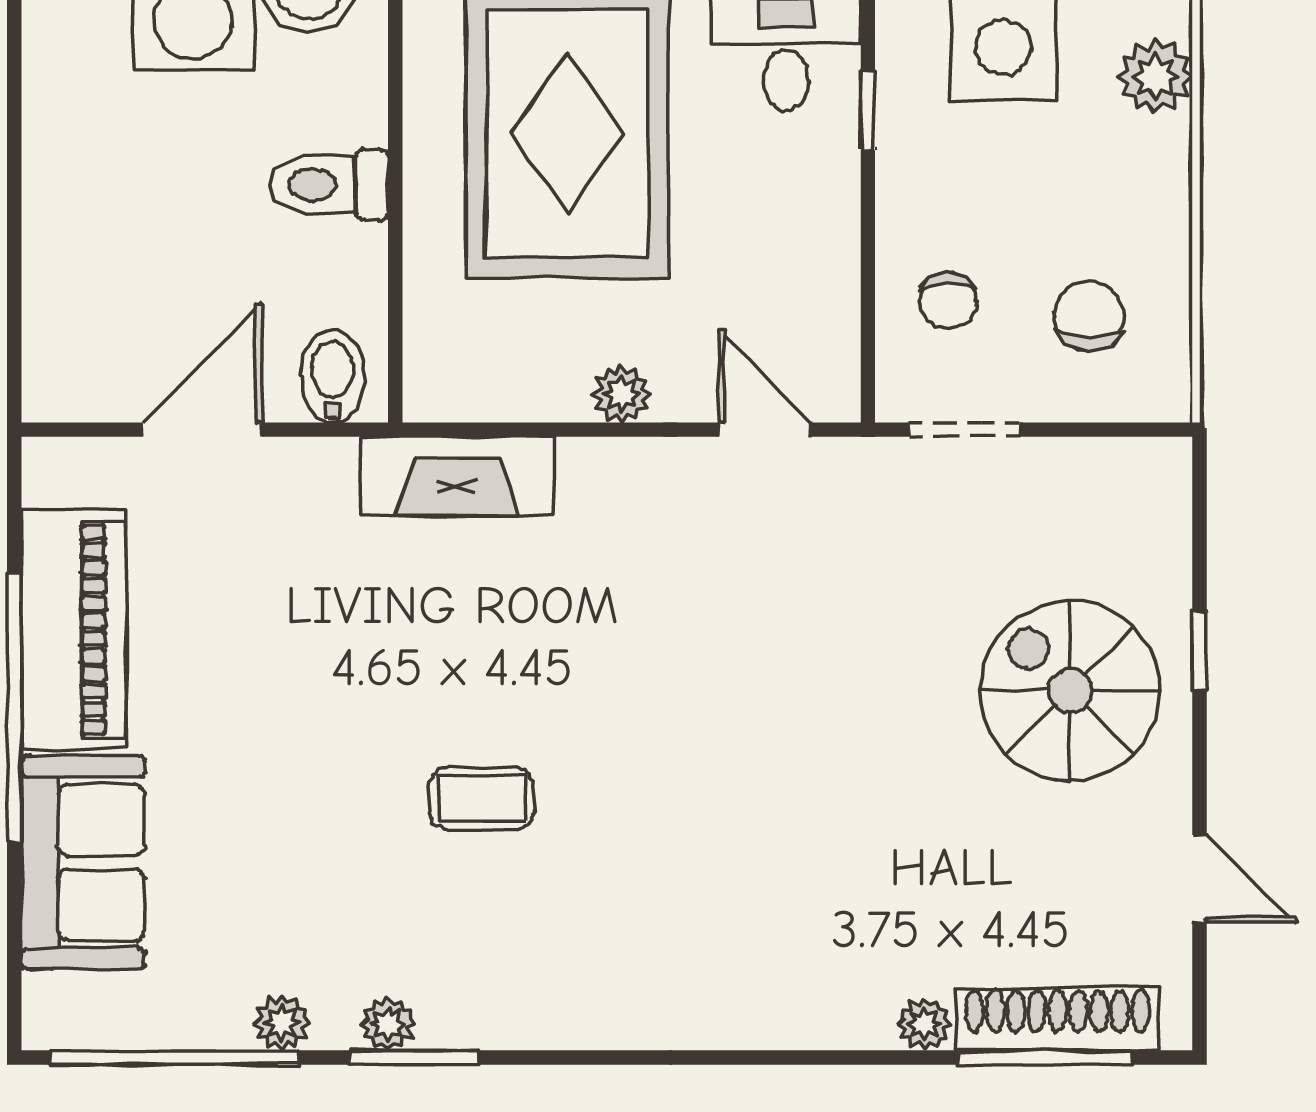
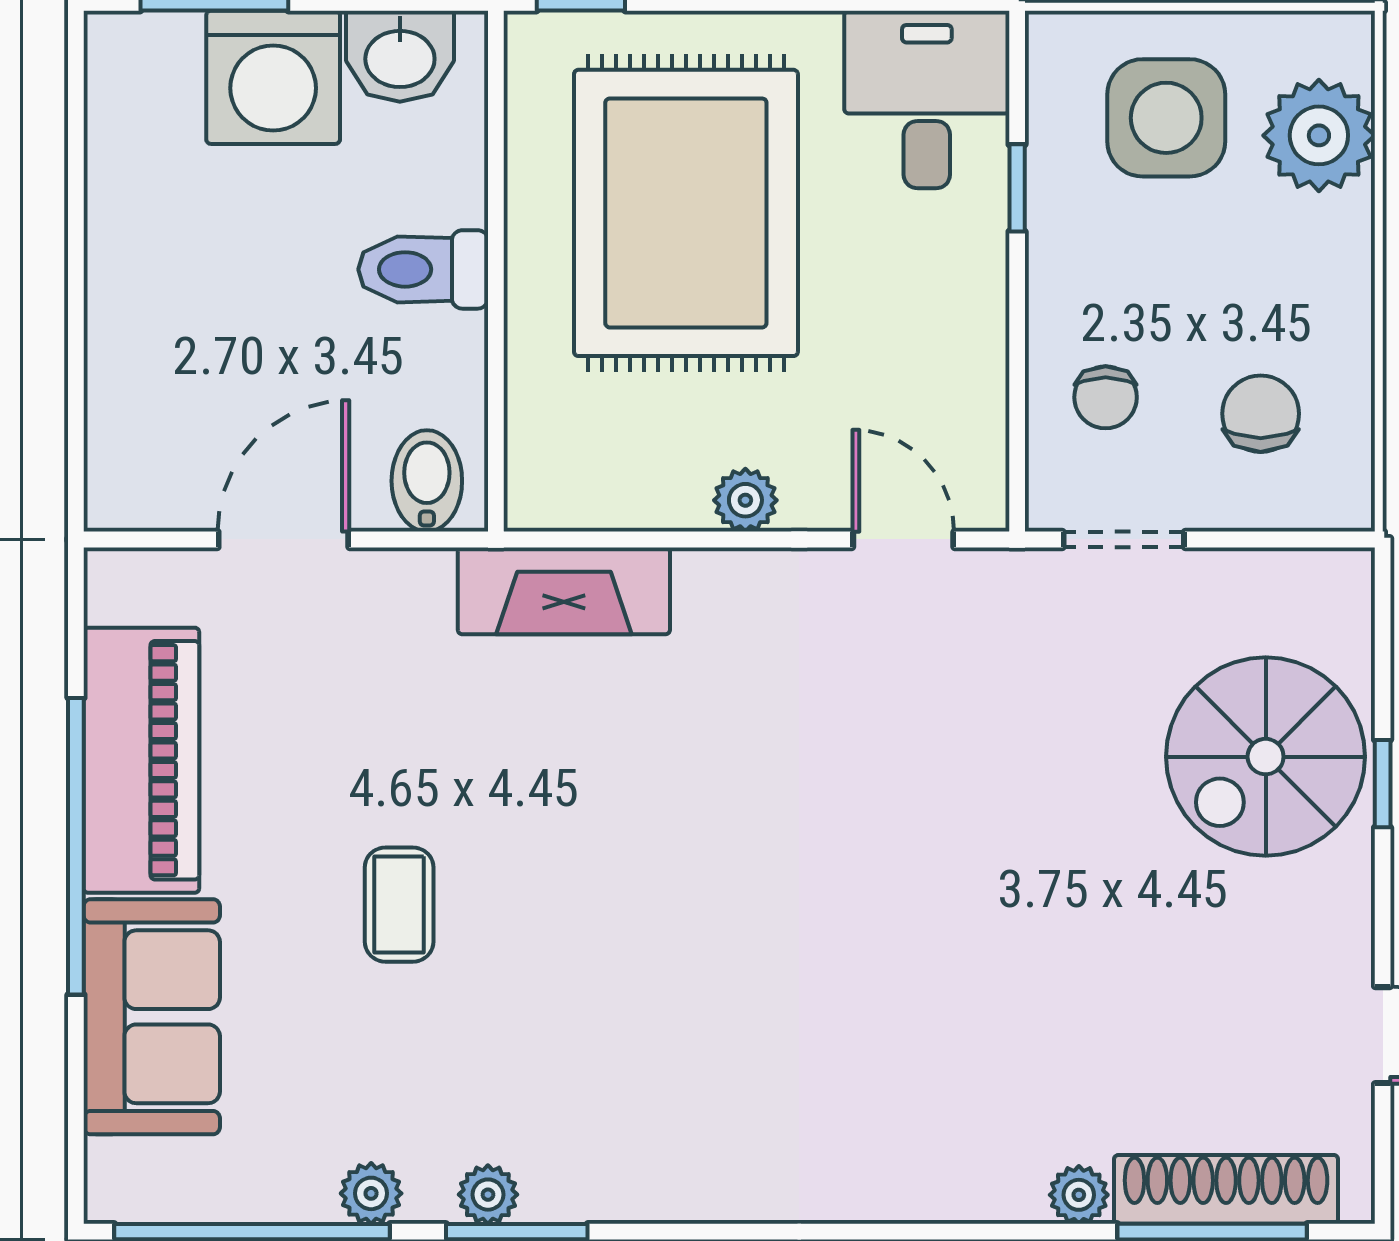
plant: (1155, 77) -> (1319, 135), width x1.36, depth x1.36
spiral stairs: (1070, 690) -> (1266, 757), moved, turned -90
coffee table: (482, 799) -> (399, 905), moved, turned 90

